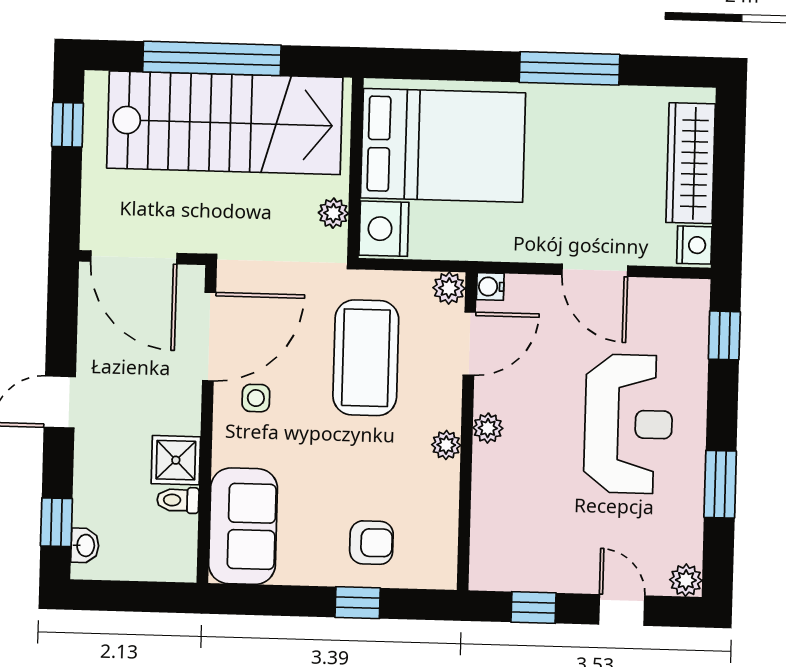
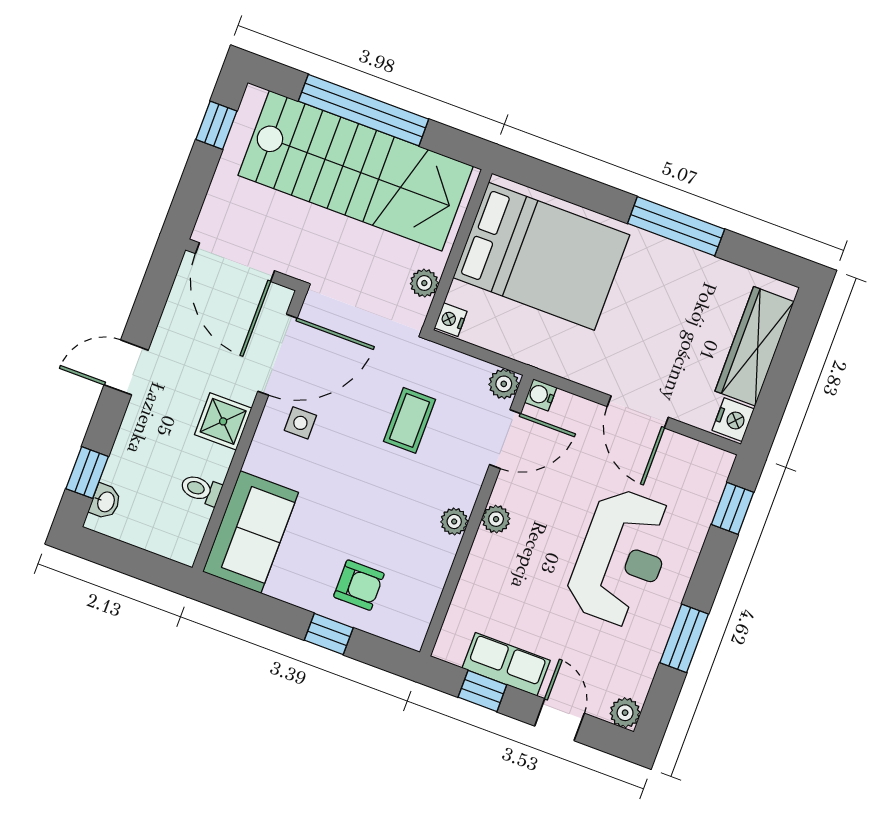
nightstand: (384, 229) -> (451, 320), width x0.53, depth x0.56
coffee table: (366, 358) -> (409, 420), width x0.54, depth x0.58
shower: (176, 460) -> (223, 421), moved
row of seats: (548, 572) -> (506, 664), added

